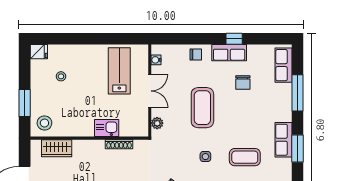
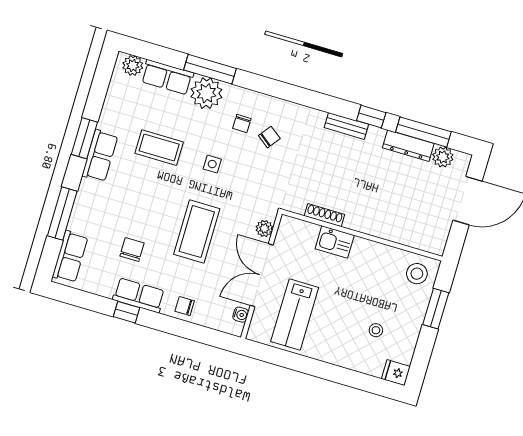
double door: (150, 91) -> (262, 275), width x1.37
wardrobe: (57, 148) -> (411, 235), removed

